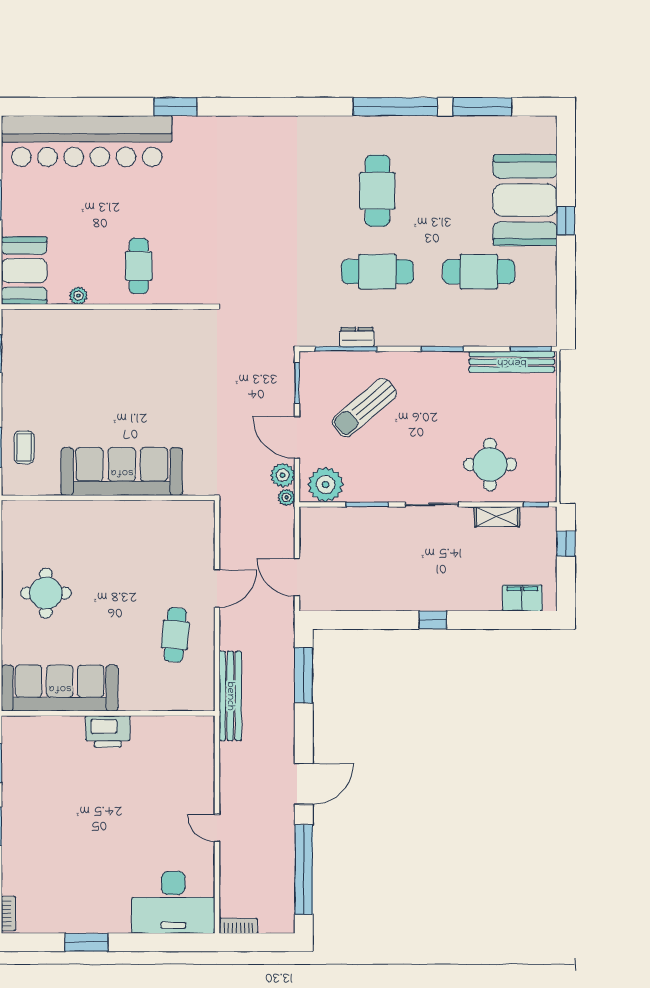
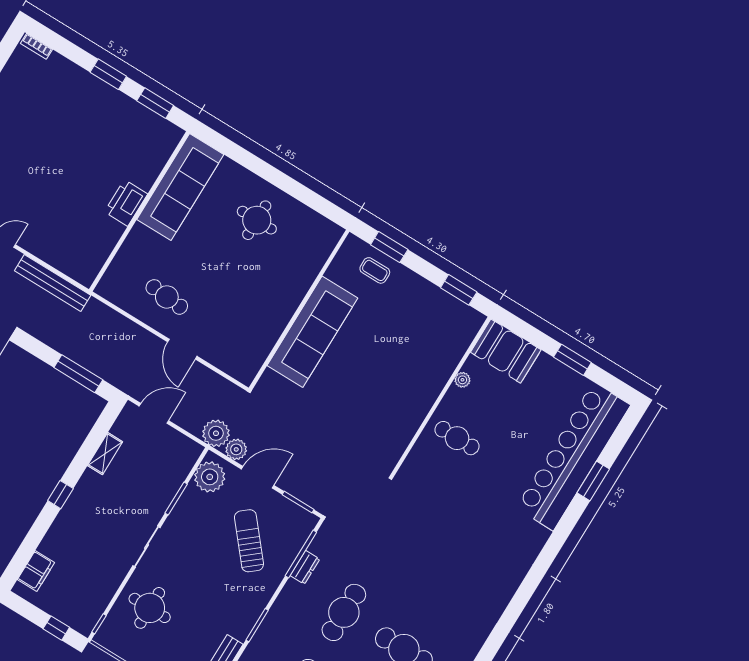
window: (175, 107) -> (593, 481), moved
plant: (286, 497) -> (216, 433), width x1.88, depth x1.88
shelving: (497, 517) -> (105, 454), moved
bench: (230, 696) -> (53, 283), moved

